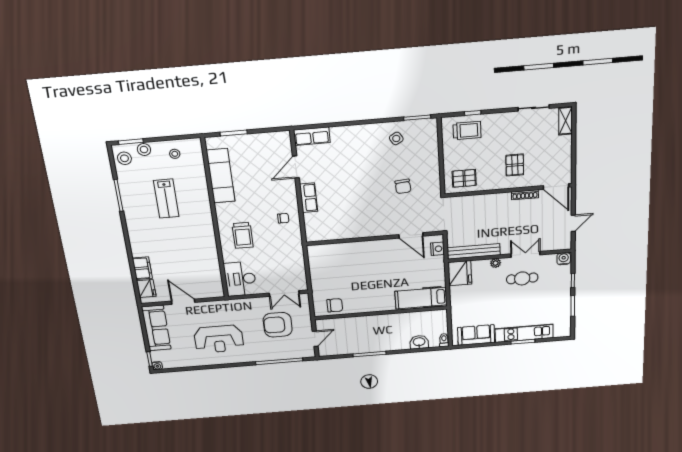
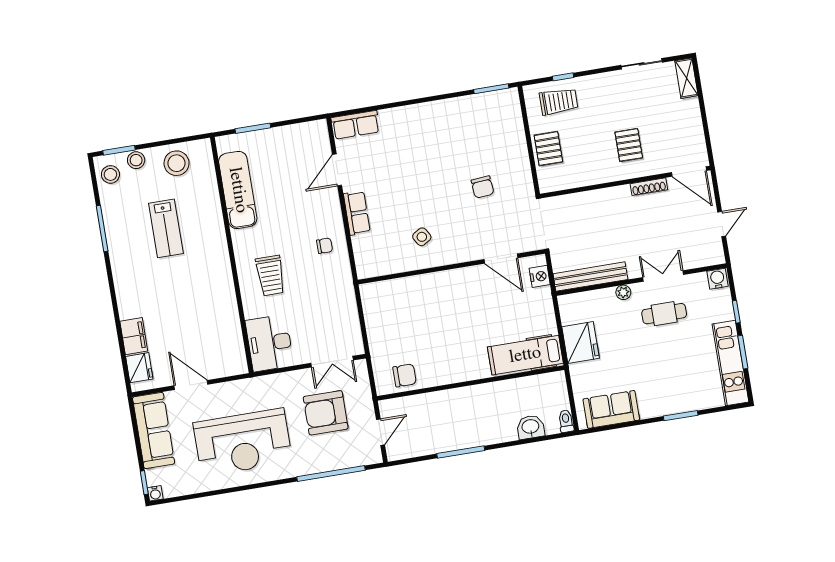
side table: (396, 138) -> (422, 237), moved
stool: (175, 154) -> (176, 163), width x1.89, depth x1.89
pallet: (464, 178) -> (548, 149), moved, turned 90
fridge: (460, 273) -> (581, 342), moved
kitchen unit: (524, 333) -> (730, 363), moved, turned -90
reception desk: (219, 339) -> (243, 442), width x1.36, depth x1.30

